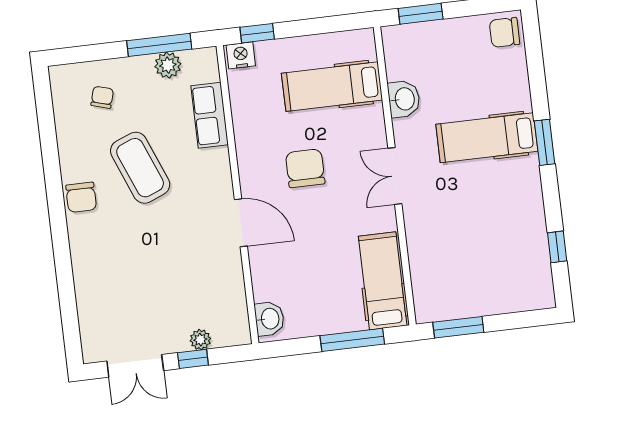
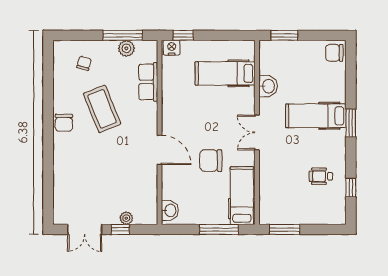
chair: (305, 168) -> (211, 161), moved, turned -90
wheelchair: (507, 234) -> (321, 176), added

